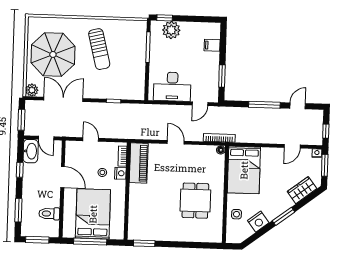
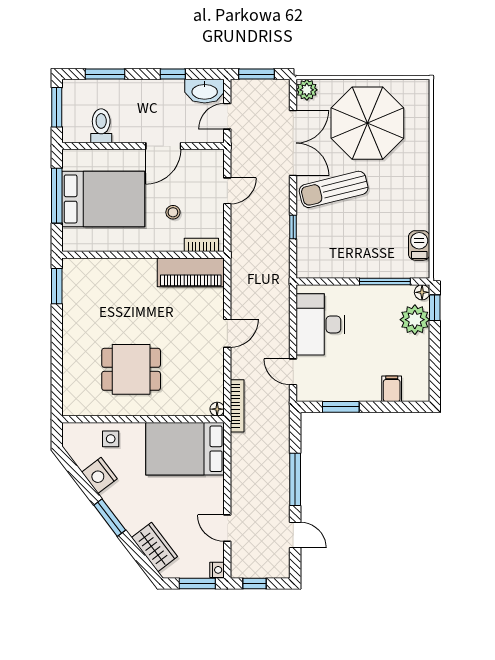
floor lamp: (155, 25) -> (422, 292), added
barbecue: (127, 26) -> (419, 245), added
sun lounger: (99, 49) -> (334, 189), moved
nightstand: (120, 173) -> (173, 242), removed

